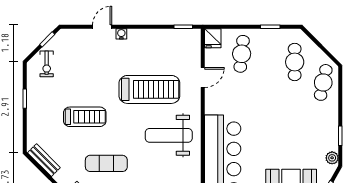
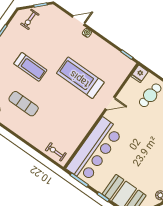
door: (203, 77) -> (110, 103), moved
treadmill: (149, 89) -> (80, 78), turned 180
weight bench: (169, 135) -> (73, 113), removed

